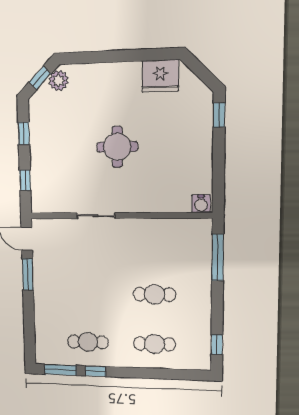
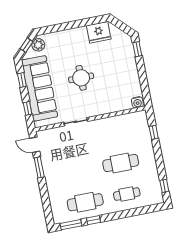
sofa: (49, 152) -> (40, 88), added
window: (218, 257) -> (154, 132), width x0.46
cafe table: (154, 294) -> (121, 163), width x1.37, depth x1.35
cafe table: (88, 342) -> (85, 202), width x1.37, depth x1.35

